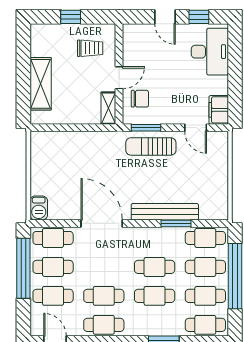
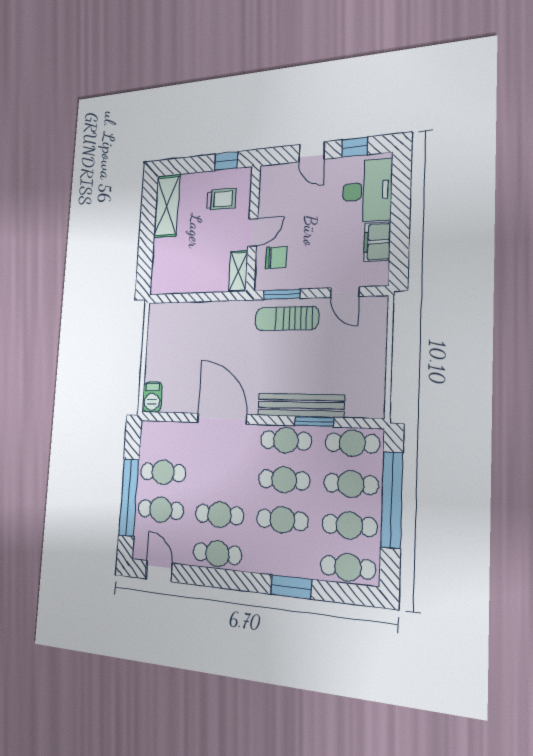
window: (71, 17) -> (226, 161), moved
shelving: (41, 84) -> (167, 206), moved
filing cabinet: (219, 110) -> (377, 242), moved
cafe table: (53, 238) -> (286, 440), moved
window: (23, 268) -> (129, 497), moved

